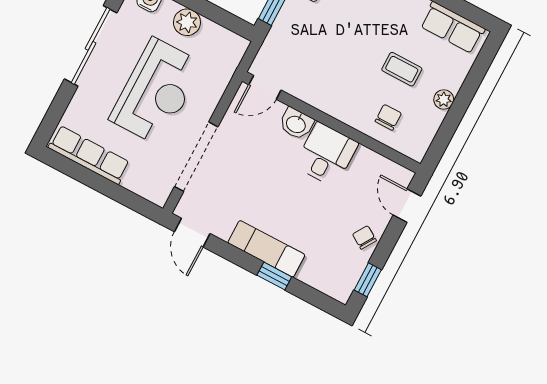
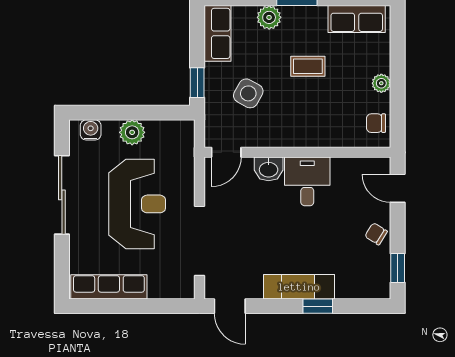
side table: (315, 43) -> (248, 93), added
coffee table: (402, 69) -> (308, 66), moved
chair: (388, 117) -> (376, 123), moved, turned -90

